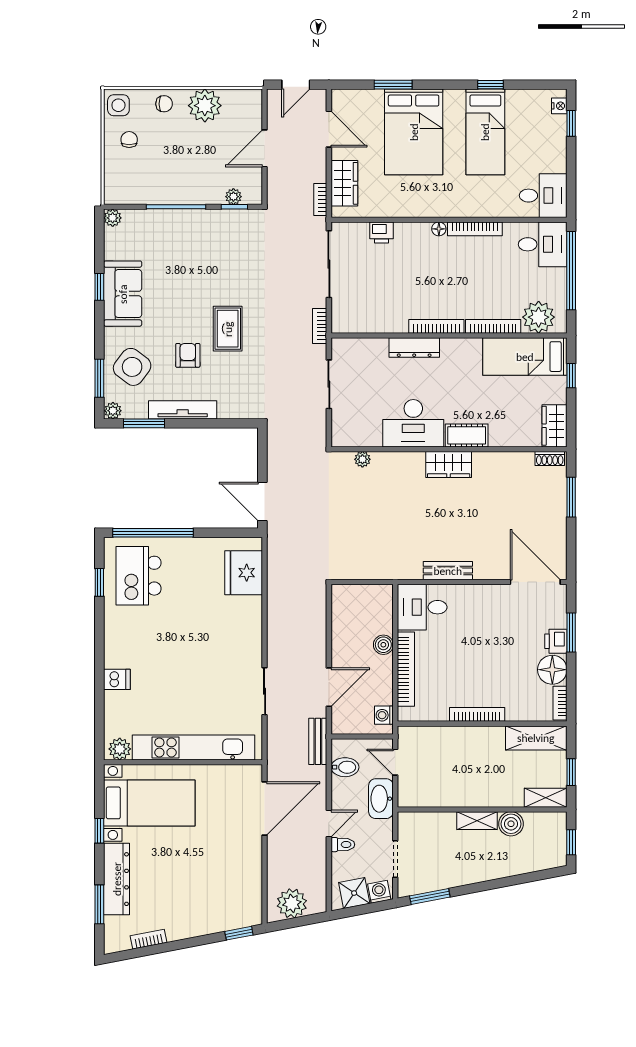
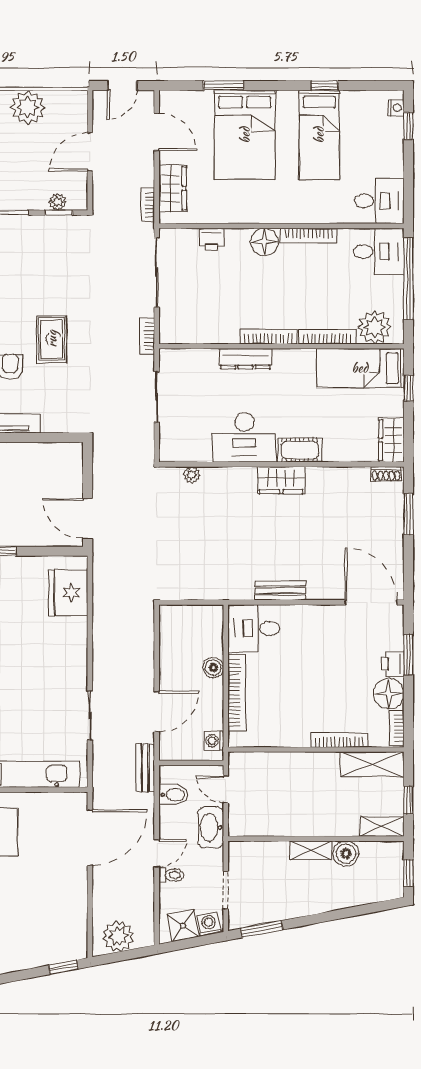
floor lamp: (439, 229) -> (264, 242), width x1.89, depth x1.89
bookcase: (477, 714) -> (339, 740), moved

